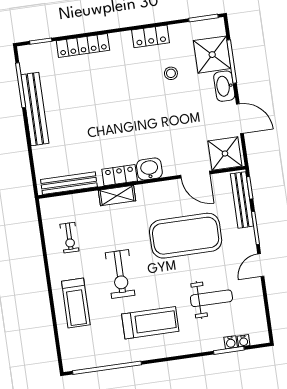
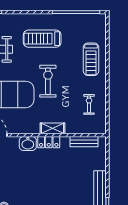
bench: (69, 183) -> (84, 142), width x0.73
exercise bike: (120, 274) -> (48, 81), moved
treadmill: (76, 303) -> (91, 59), turned 180

